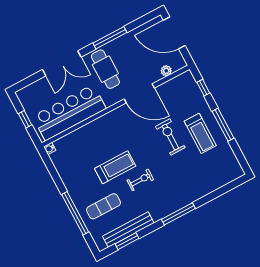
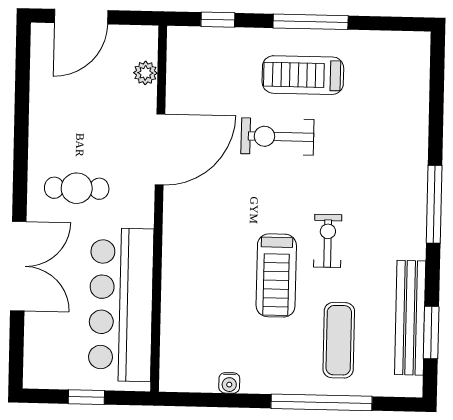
door: (174, 33) -> (81, 17), width x0.73
window: (110, 38) -> (21, 146), removed
cafe table: (105, 69) -> (77, 188), width x0.73, depth x0.74
treadmill: (200, 133) -> (303, 75), turned 180
water cooler: (50, 149) -> (229, 383), moved
treadmill: (115, 167) -> (276, 275), turned 180

